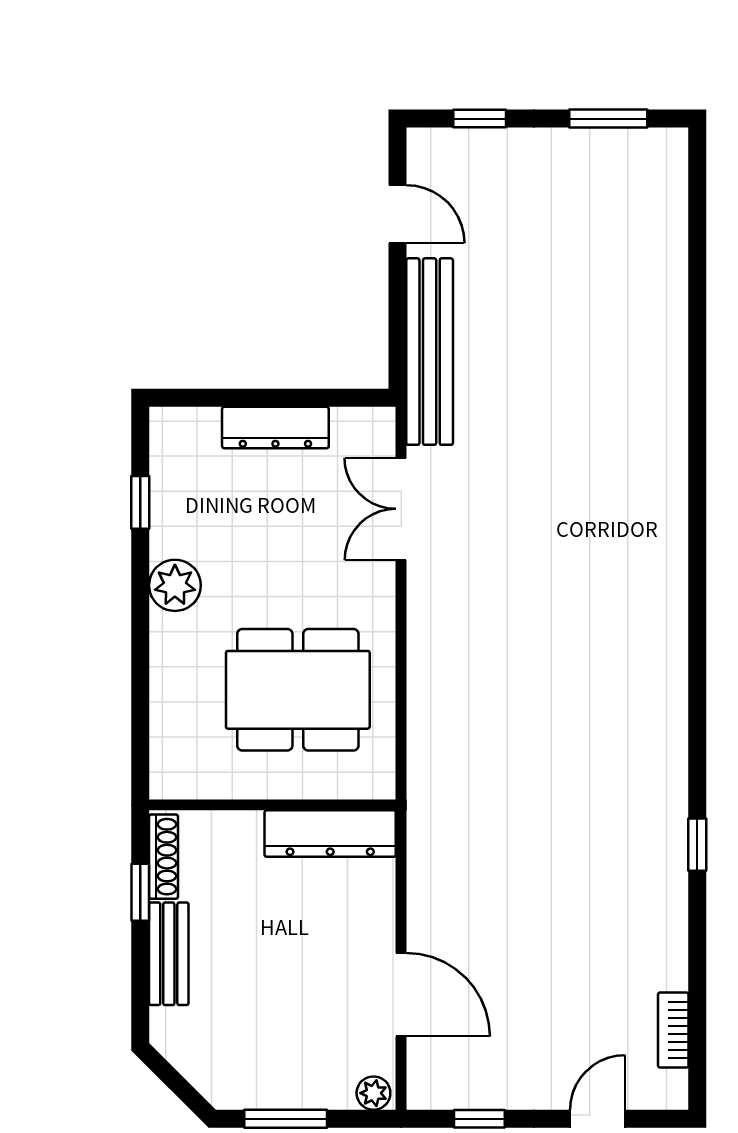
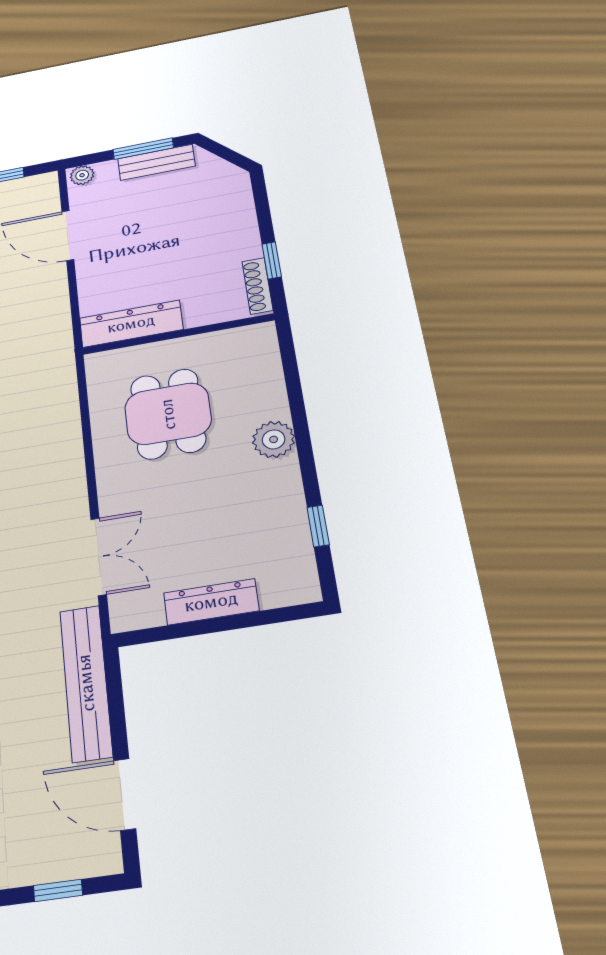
door: (397, 214) -> (125, 794), width x1.38
plant: (175, 585) -> (274, 439), moved
dining table: (298, 690) -> (168, 414), width x0.73
bench: (169, 954) -> (156, 162), moved, turned 90

